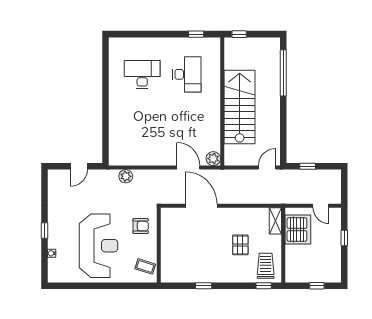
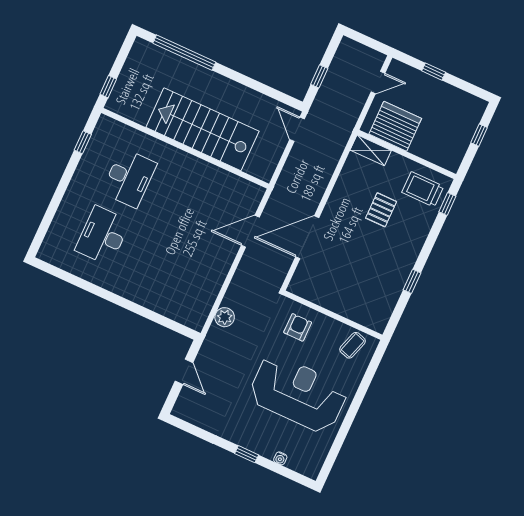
desk: (187, 74) -> (129, 178), turned 90
plant: (213, 159) -> (253, 194), removed
pallet: (240, 245) -> (381, 210), turned 90

